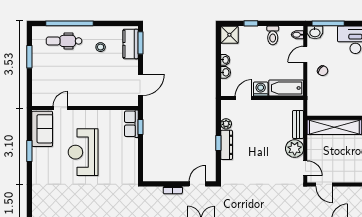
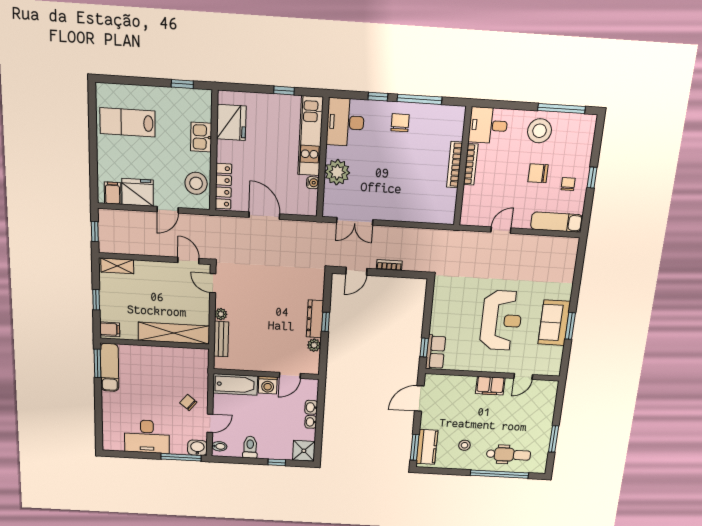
filing cabinet: (86, 99) -> (490, 386), added
sofa: (42, 129) -> (554, 323), moved
plant: (295, 149) -> (221, 314), width x0.53, depth x0.53

